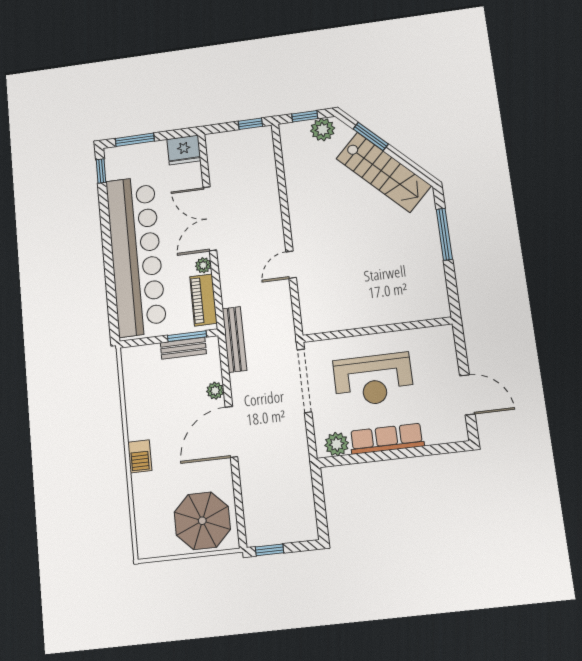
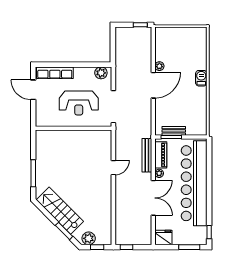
bench: (234, 339) -> (147, 155), moved
reception desk: (373, 380) -> (79, 103), turned 180
plant: (215, 391) -> (159, 66), moved
row of seats: (387, 439) -> (55, 73), moved
parasol: (202, 521) -> (172, 43), removed

